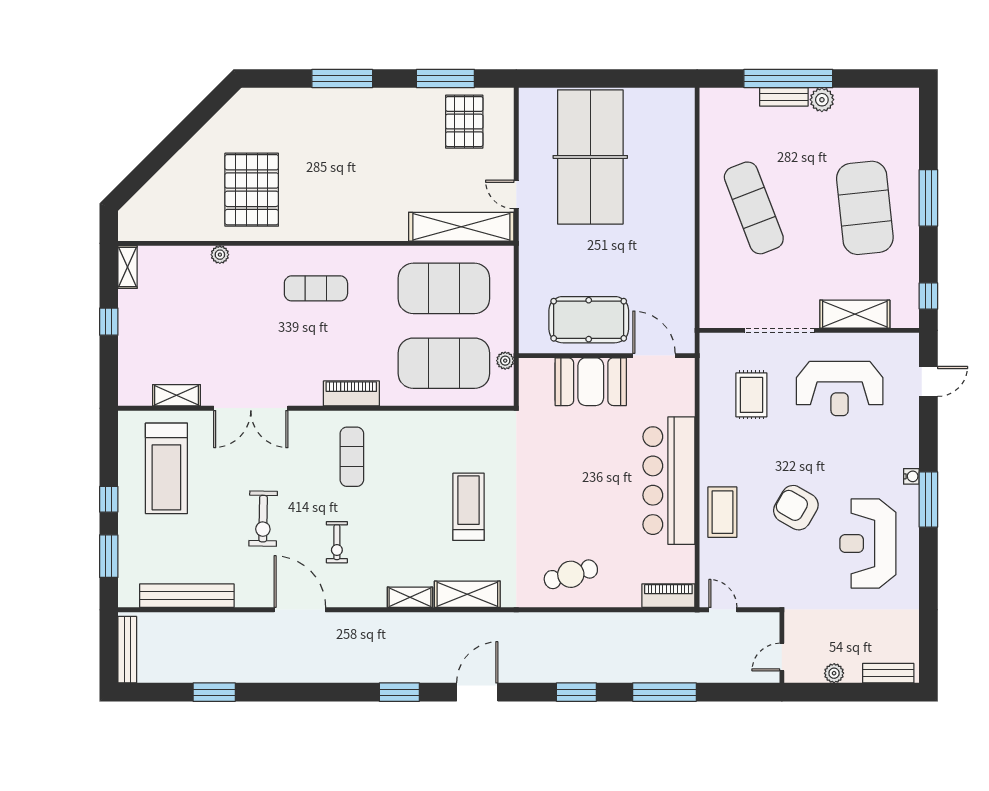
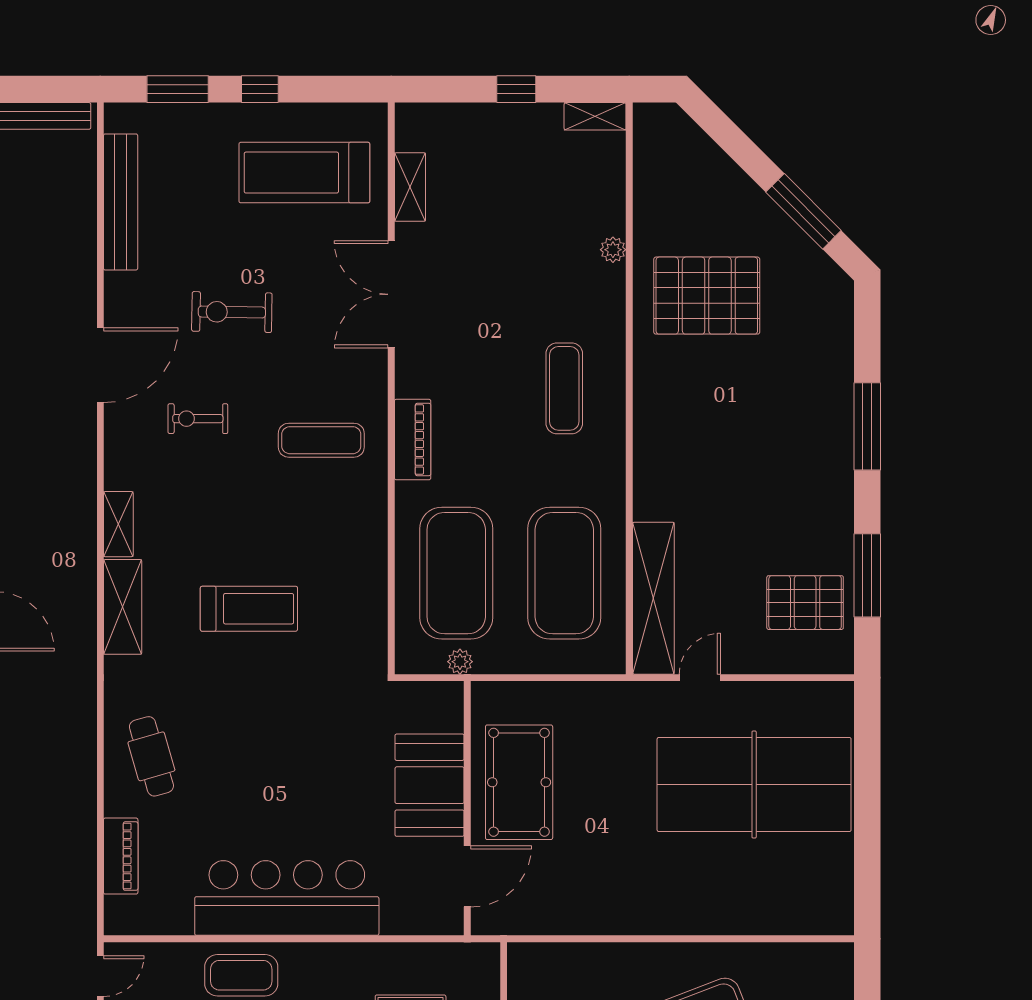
window: (193, 123) -> (803, 211), added
piano: (668, 596) -> (121, 856), moved

